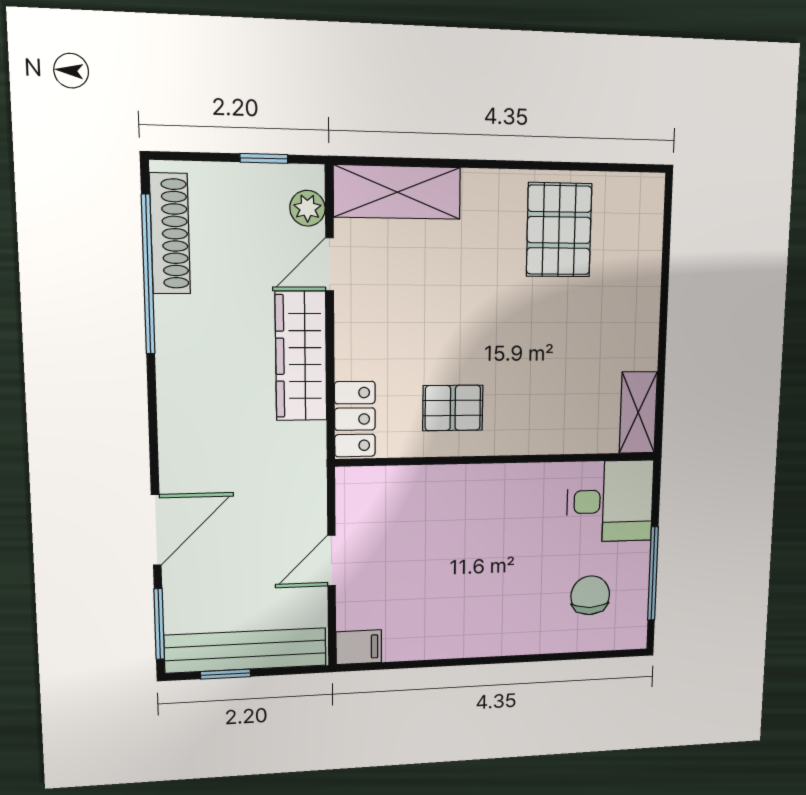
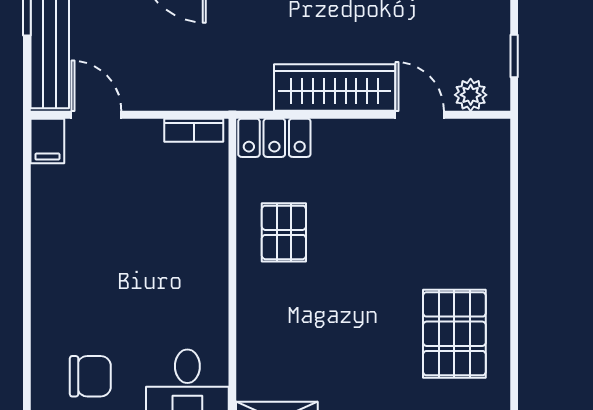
shelving: (397, 192) -> (487, 178), removed
pallet: (559, 230) -> (454, 334), turned 90
bookcase: (347, 502) -> (194, 130), added
door: (331, 561) -> (96, 115), moved

